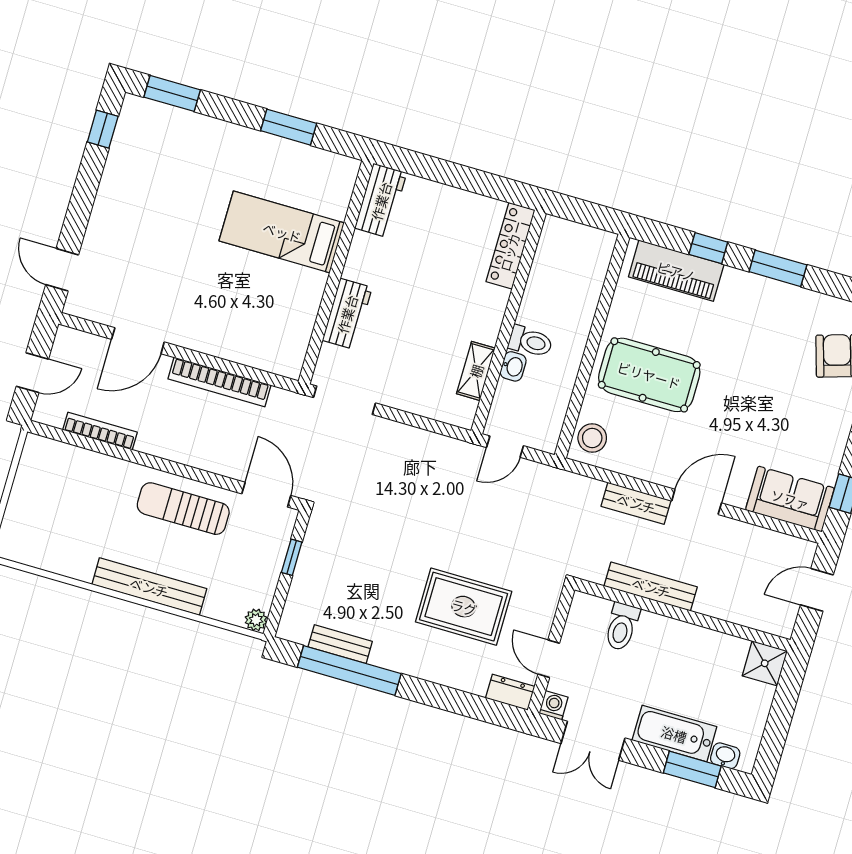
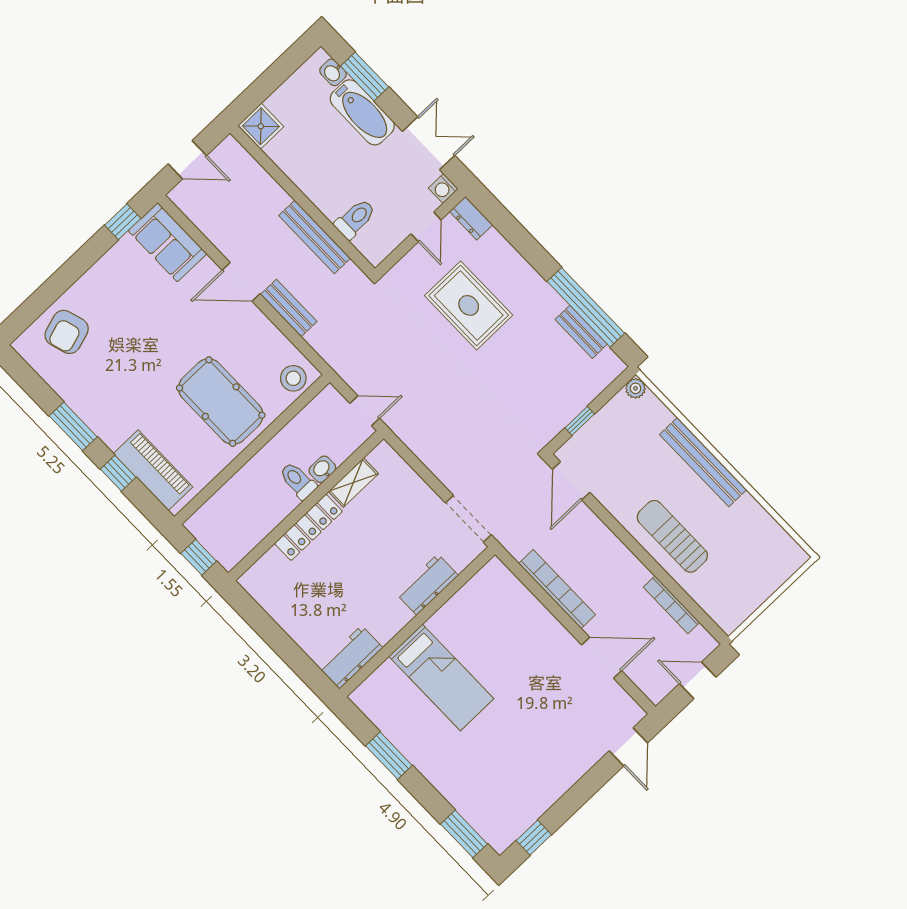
window: (583, 212) -> (199, 557), added
locker: (511, 246) -> (308, 527), moved
sun lounger: (183, 509) -> (672, 536), moved, turned 180

